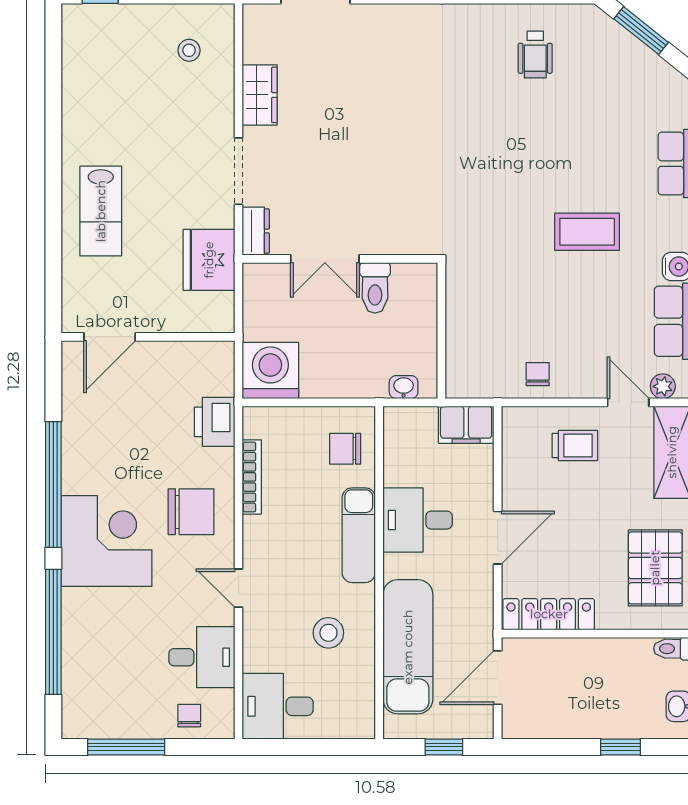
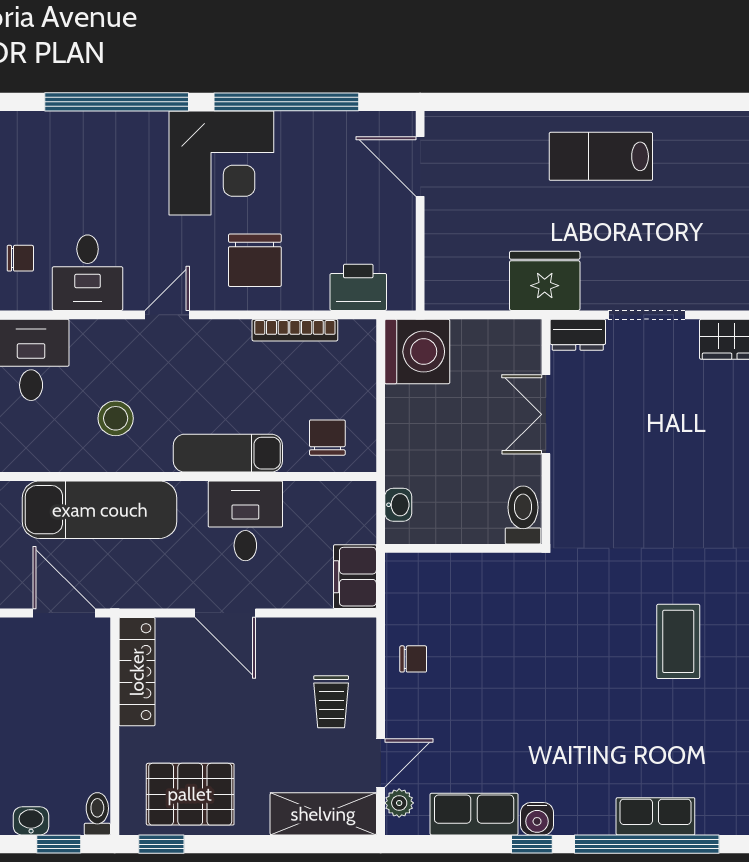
coffee table: (587, 232) -> (678, 641), moved
toilet: (375, 288) -> (523, 515), moved, turned 90
door: (110, 337) -> (420, 167), moved
wall: (148, 337) -> (420, 211), moved

